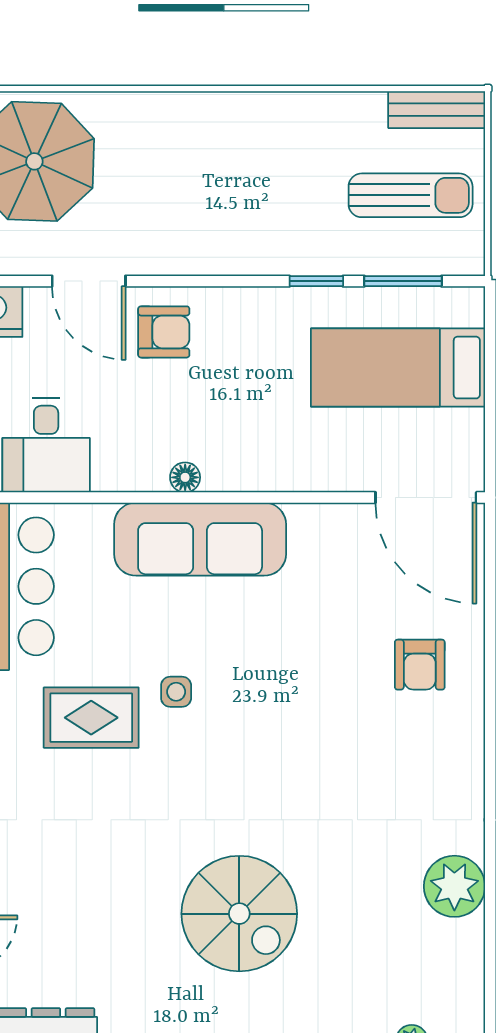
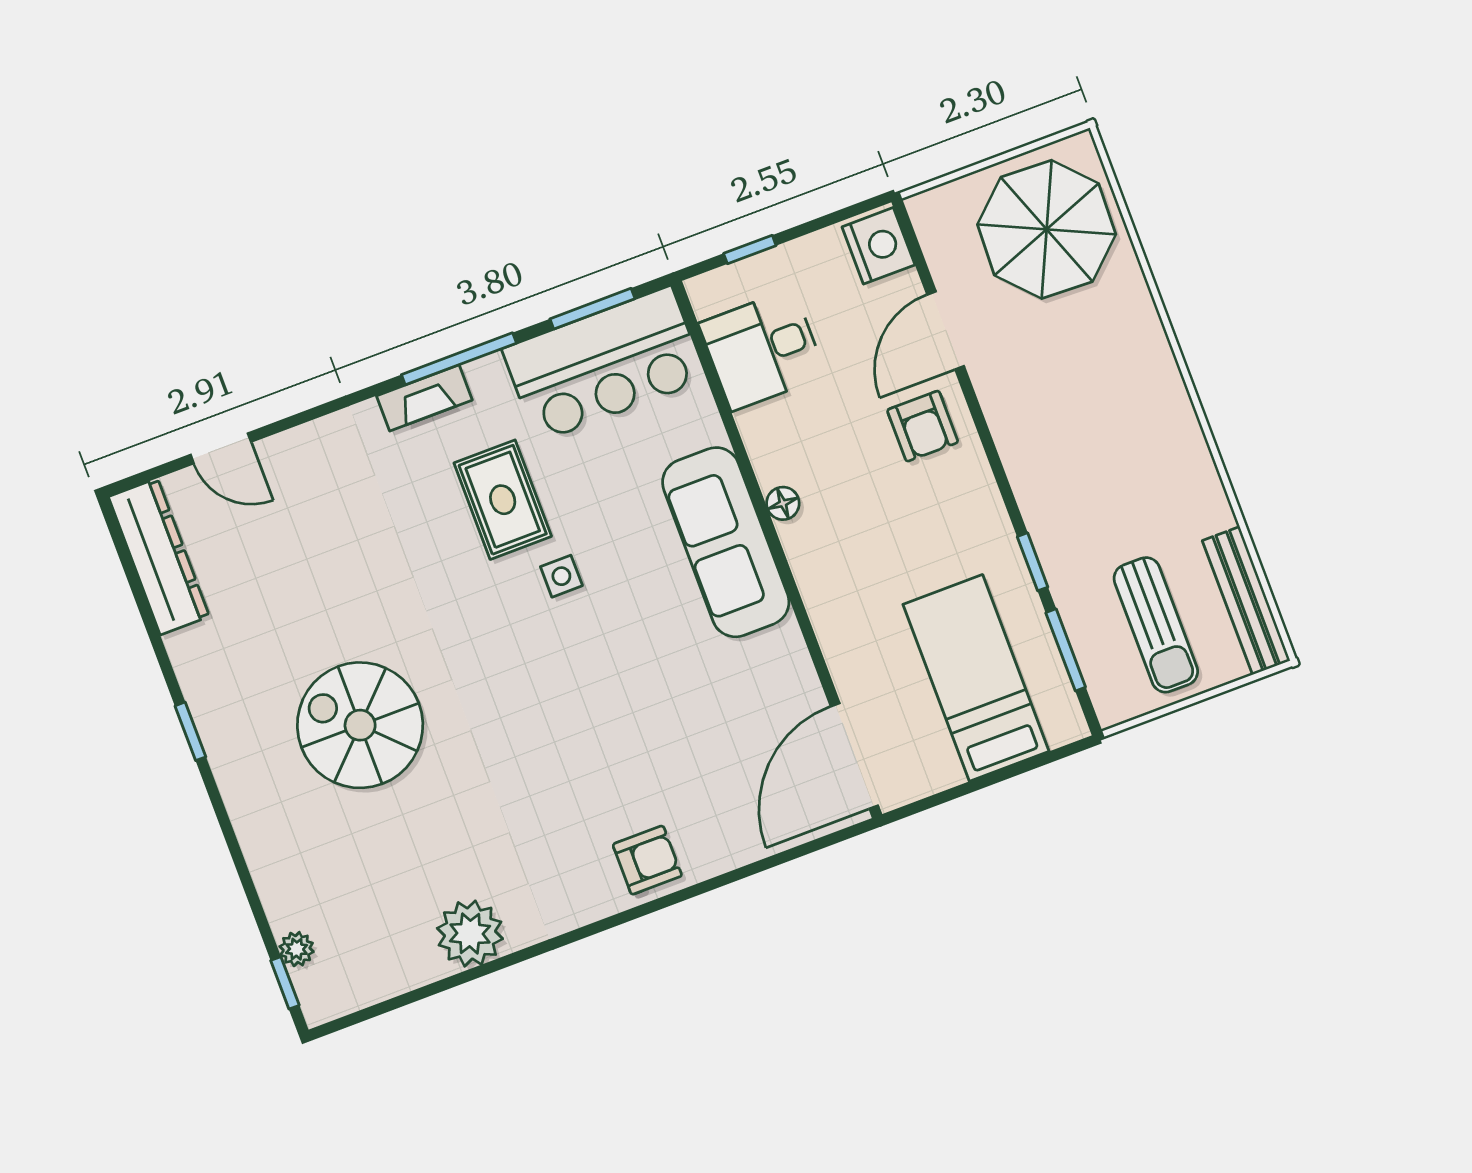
bench: (437, 110) -> (1246, 601), width x1.36
armchair: (420, 665) -> (647, 860), moved, turned 180
spiral stairs: (239, 914) -> (360, 725), turned 90

